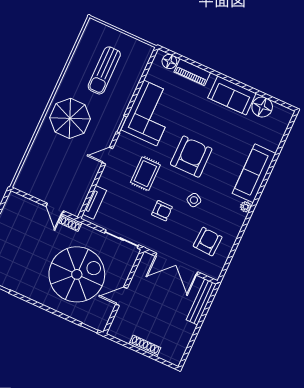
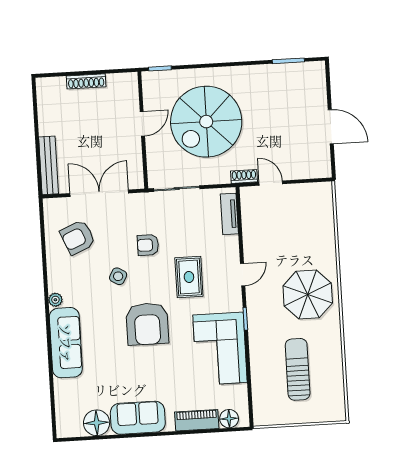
armchair: (208, 242) -> (78, 237), turned 64

